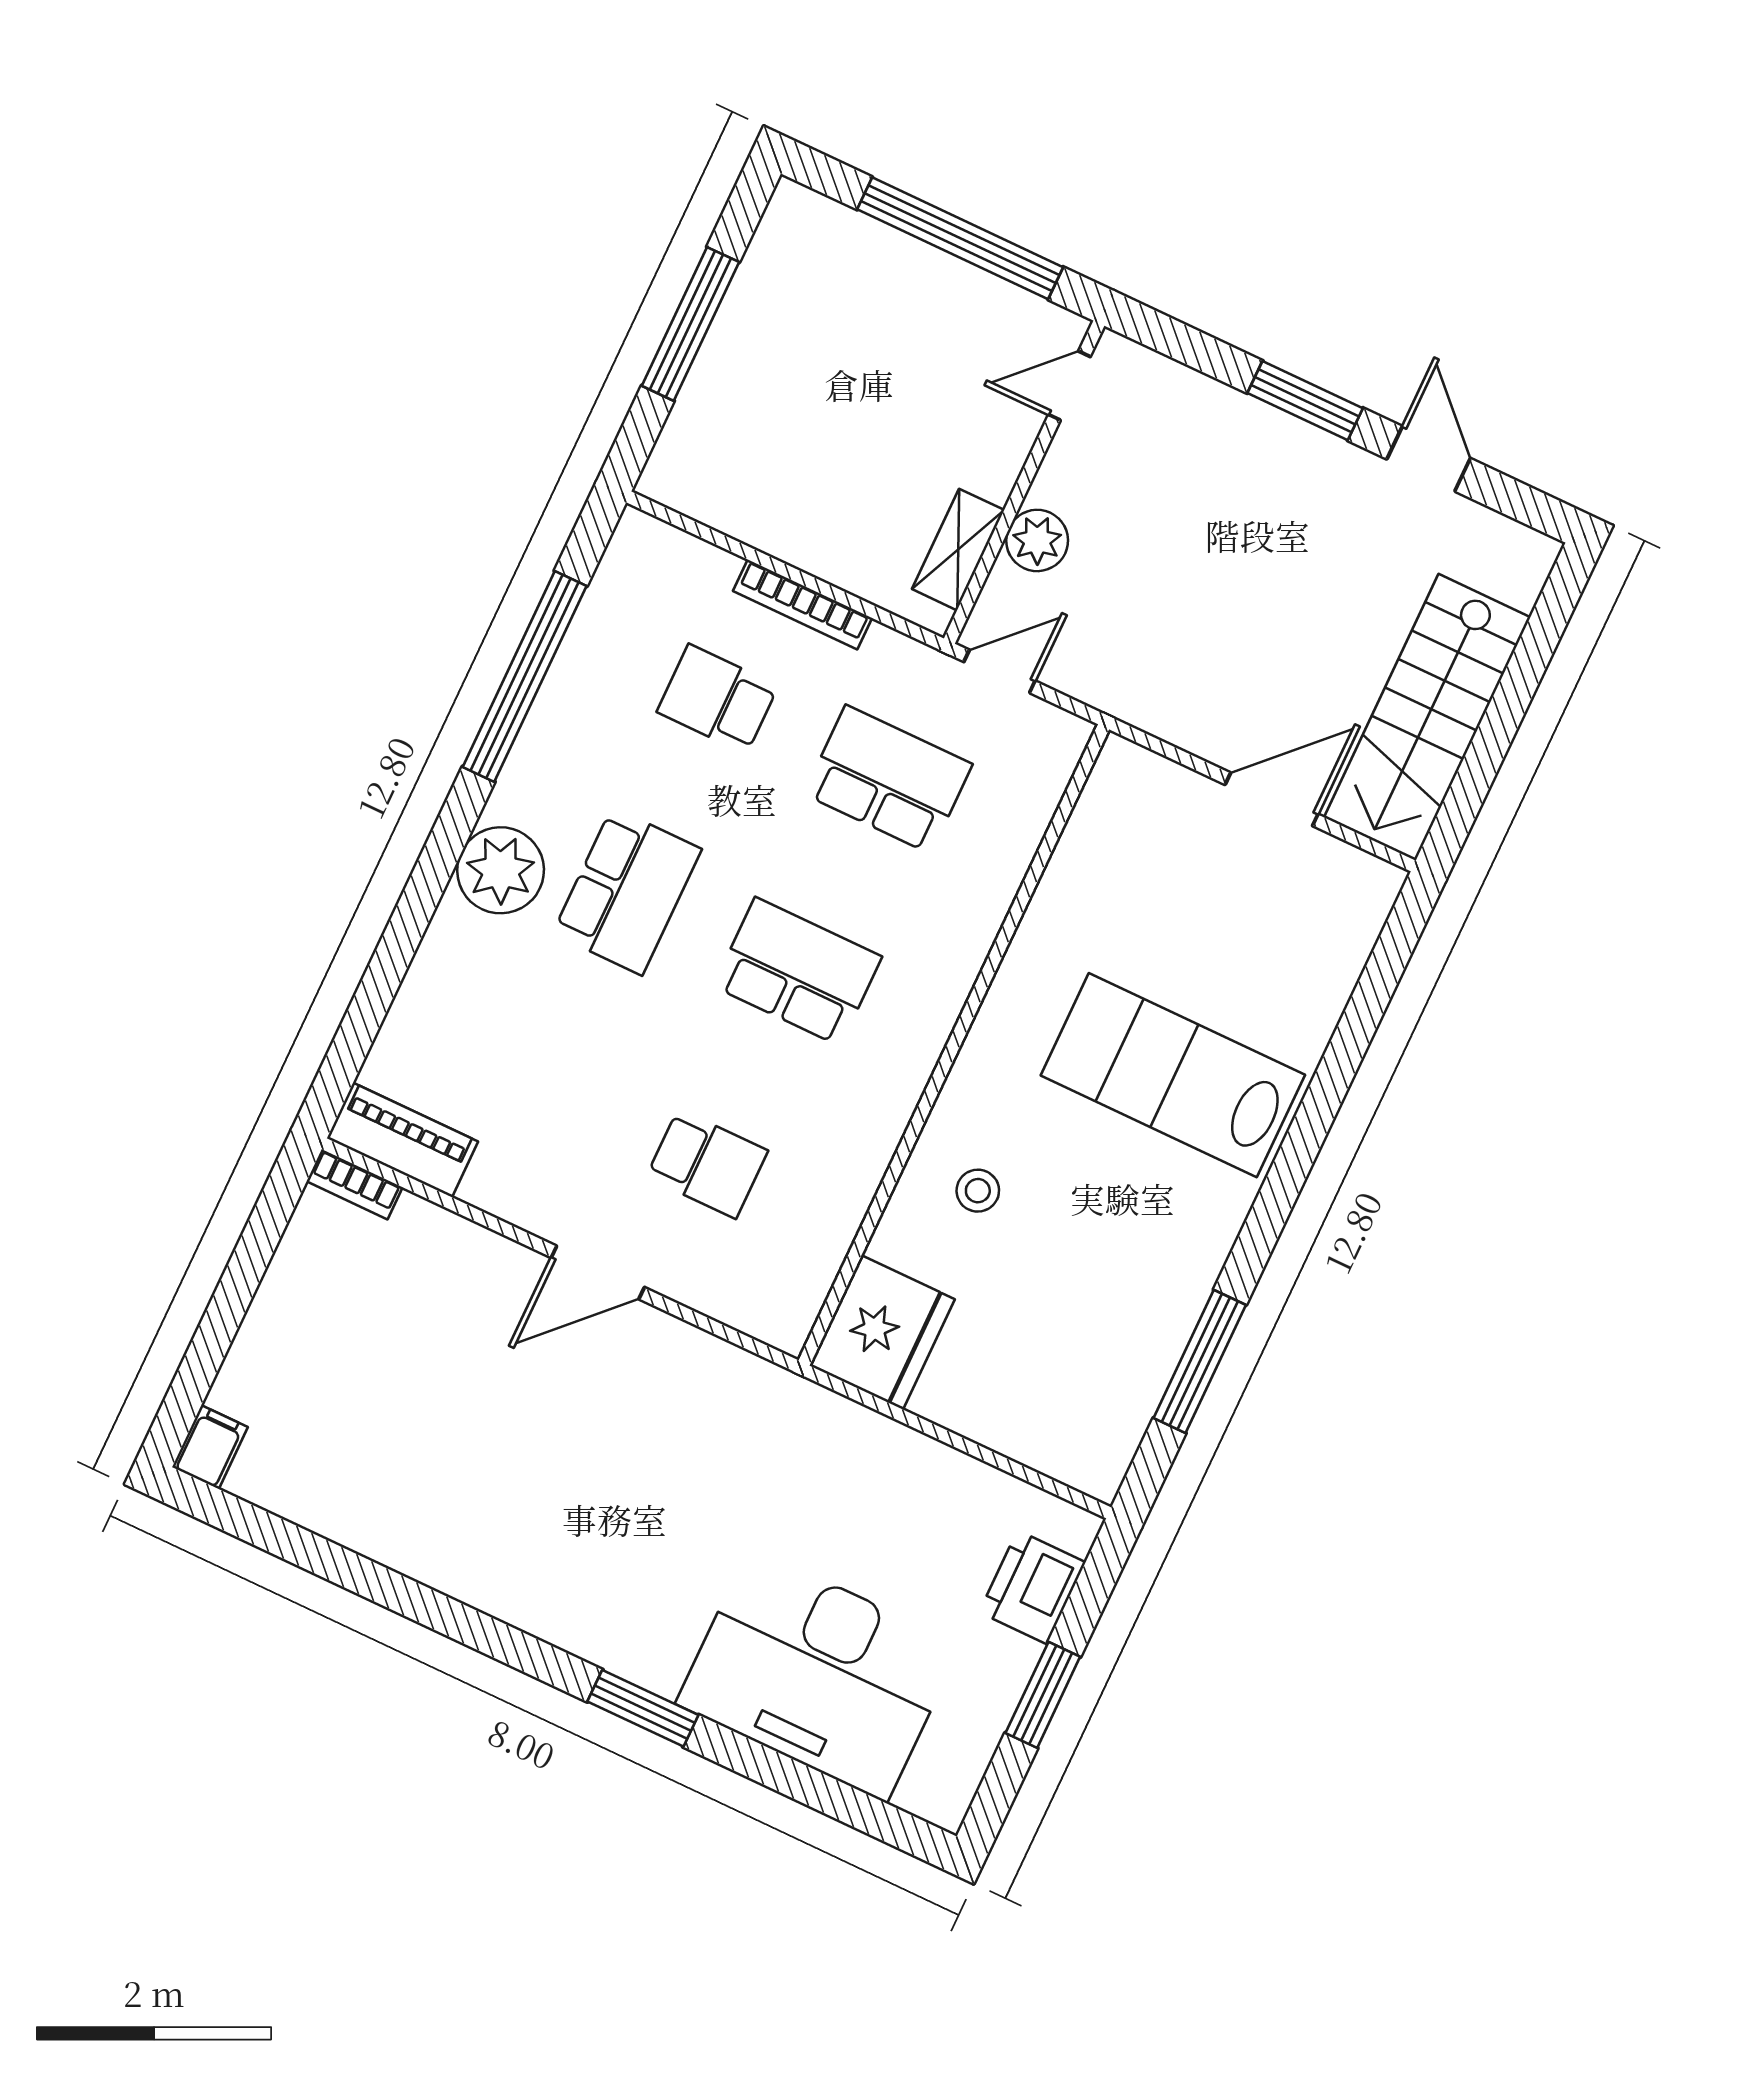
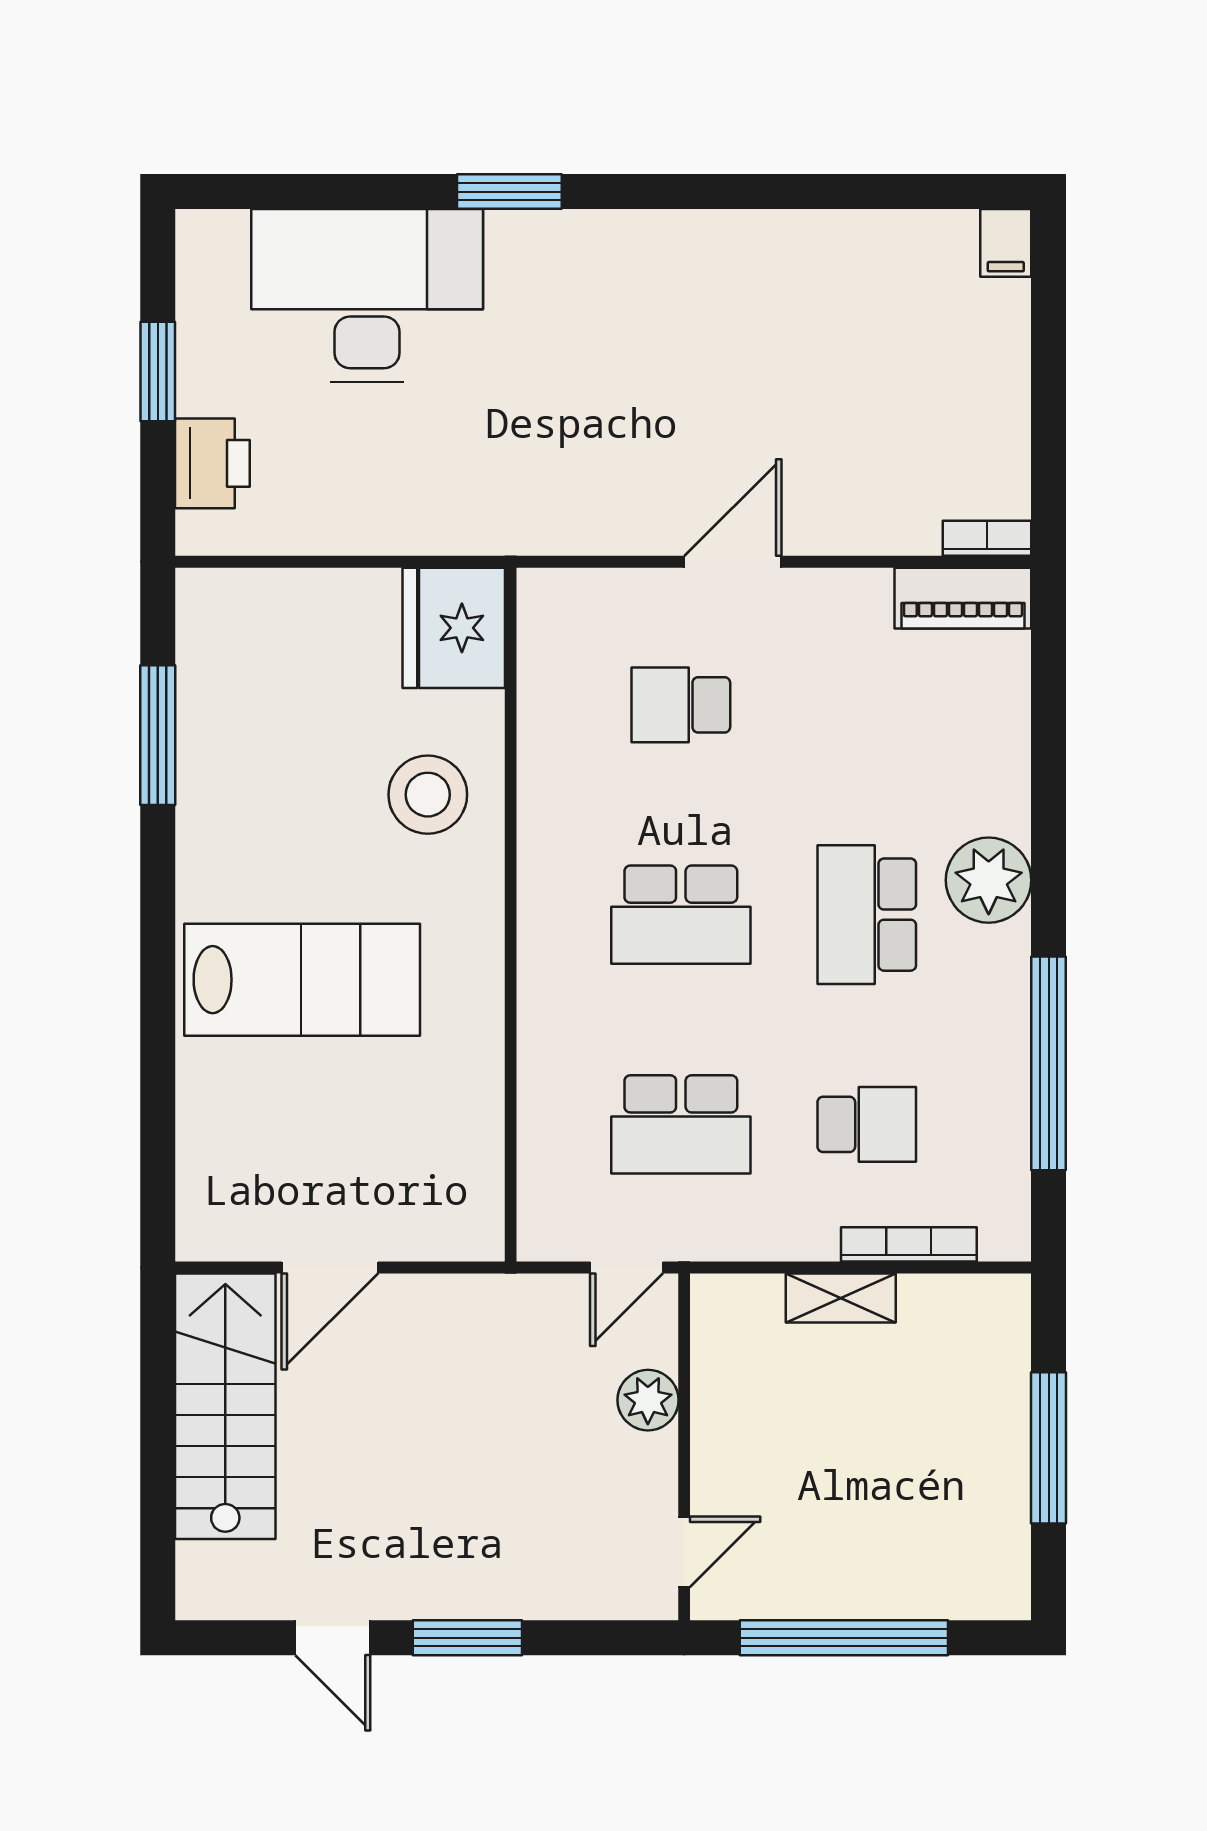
shelving: (958, 550) -> (841, 1298), moved, turned 90
bookcase: (802, 604) -> (909, 1244), moved
stool: (978, 1191) -> (428, 795), width x1.89, depth x1.89

